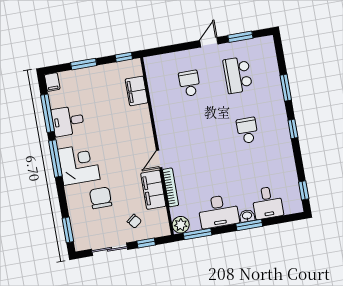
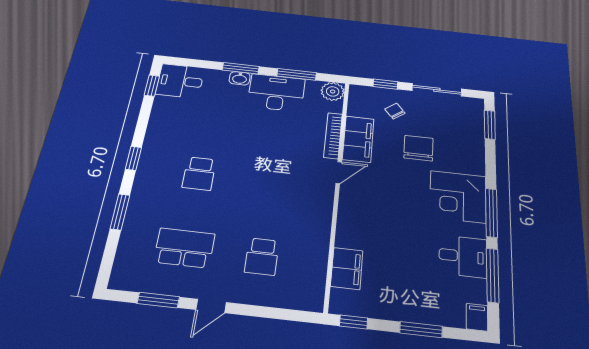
school desk: (238, 75) -> (184, 248), turned -90
chair: (101, 198) -> (419, 148), moved, turned 180
desk: (267, 203) -> (180, 81), moved, turned -90
window: (197, 234) -> (297, 74), moved

